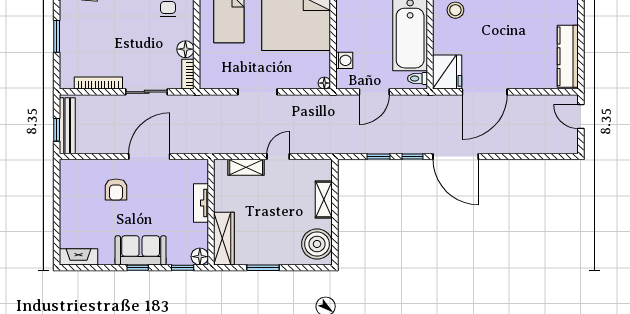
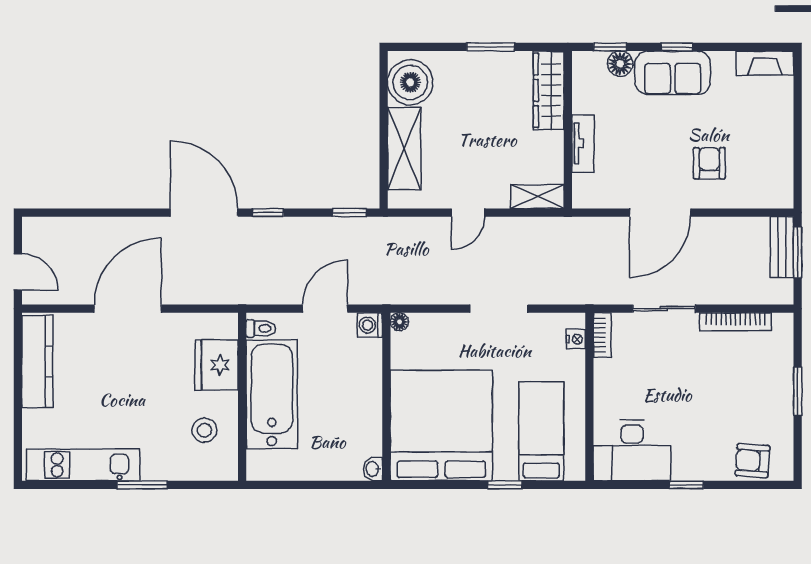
floor lamp: (185, 49) -> (606, 372), removed
washing machine: (344, 60) -> (370, 325), moved
nightstand: (206, 71) -> (576, 339), added
fridge: (447, 72) -> (217, 365), moved
door: (485, 92) -> (128, 309), moved
bench: (67, 126) -> (782, 247), width x0.73
window: (57, 130) -> (798, 252), width x1.50
window: (378, 156) -> (349, 213), moved
shelving: (246, 167) -> (537, 197), moved
shelving: (324, 199) -> (404, 149), width x1.50, depth x1.33
floor lamp: (200, 257) -> (620, 64), moved

